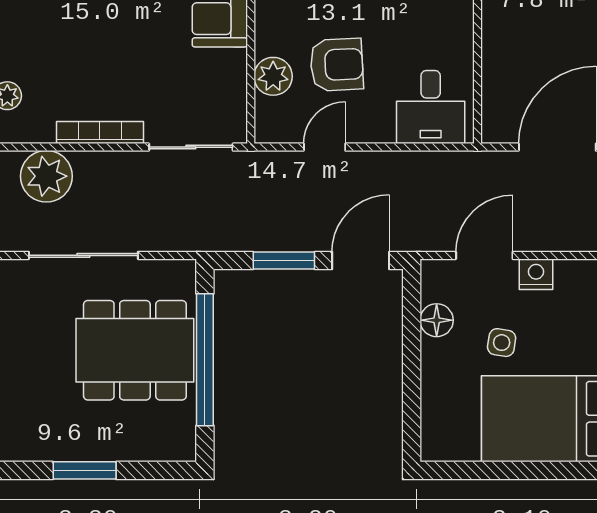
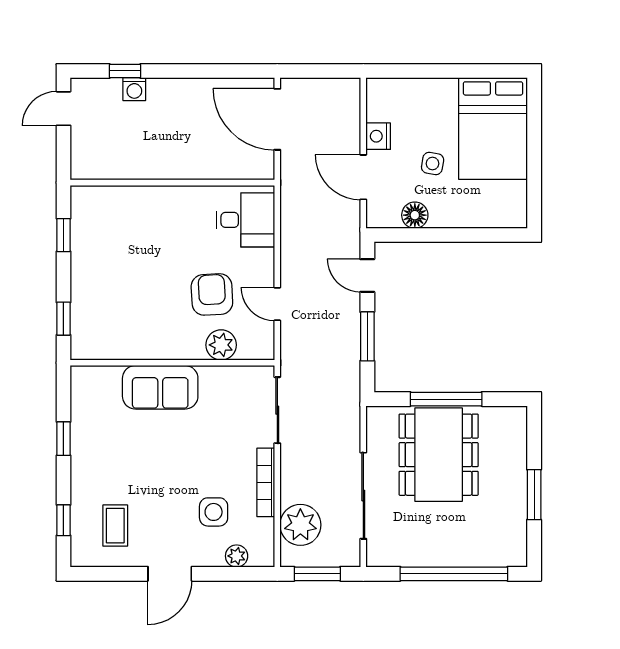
side table: (63, 67) -> (214, 512), added
door: (361, 260) -> (367, 275), width x0.73
window: (205, 360) -> (446, 399), width x0.68

